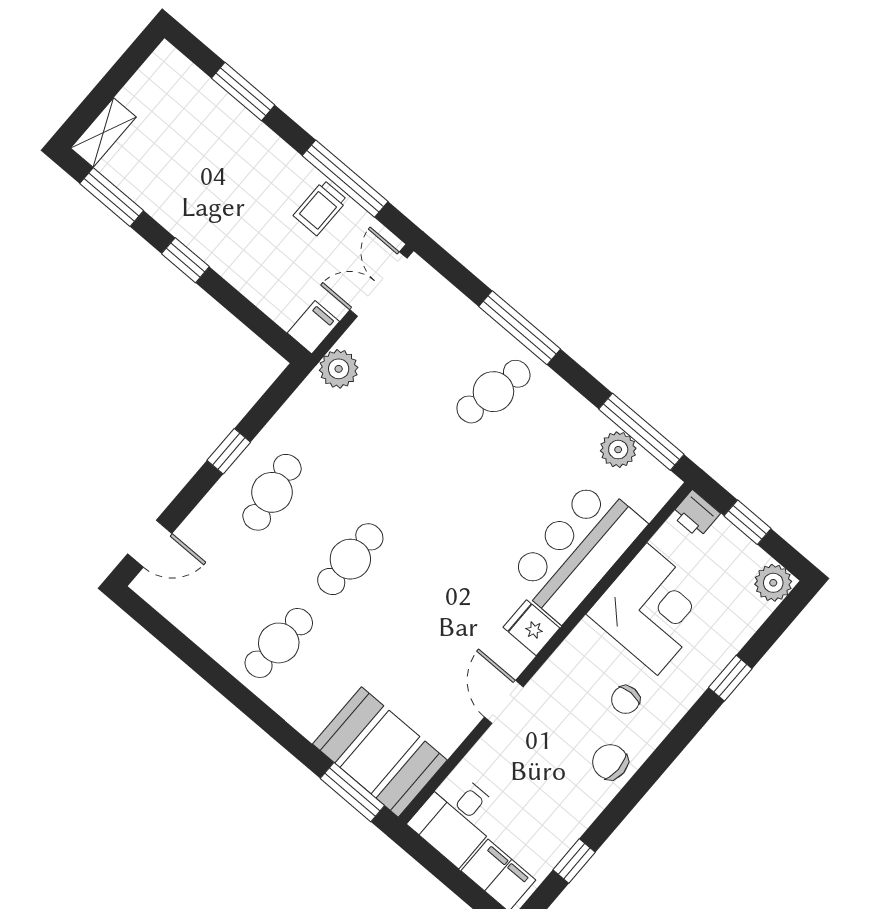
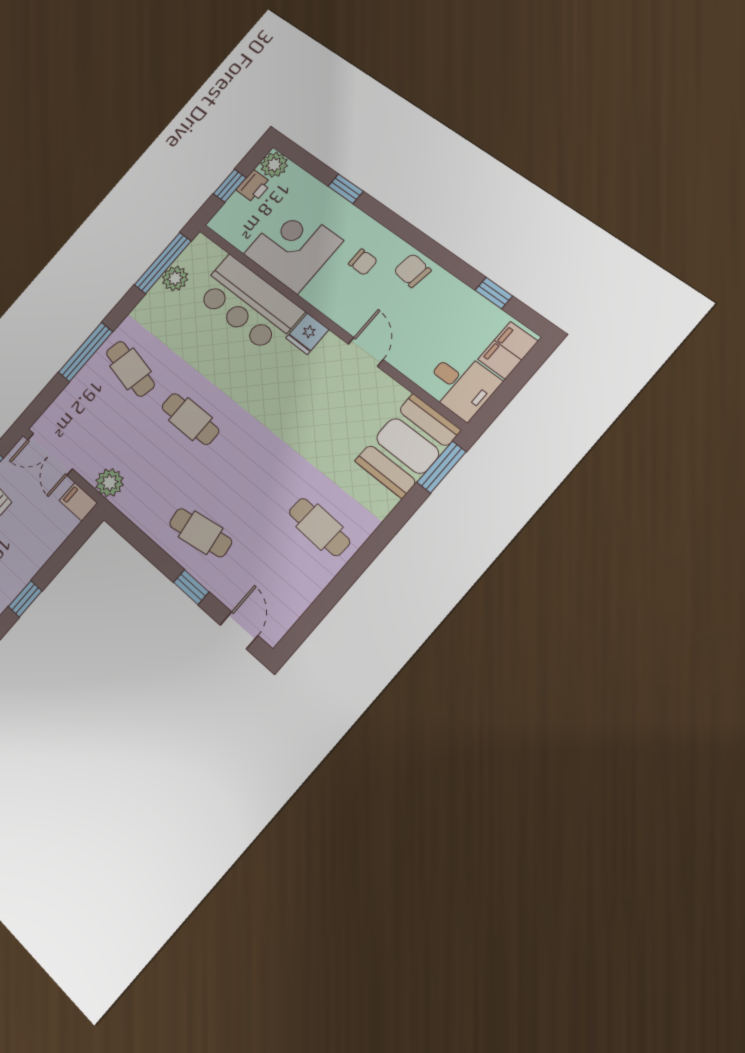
window: (229, 451) -> (191, 587), moved
printer: (696, 514) -> (254, 186), moved
cafe table: (350, 559) -> (190, 419), moved
door: (504, 702) -> (366, 352), swing flipped
chair: (610, 762) -> (412, 271), turned 98

